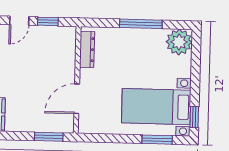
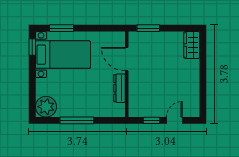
dresser: (87, 49) -> (120, 88), moved
door: (77, 99) -> (127, 59), swing flipped

